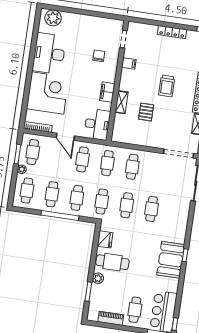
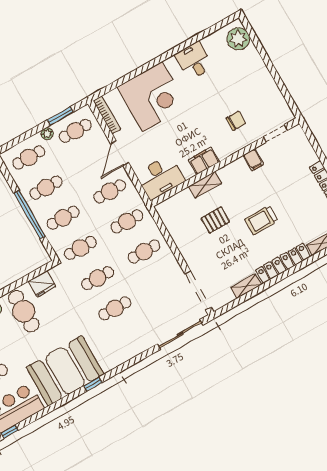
desk: (49, 54) -> (194, 61), width x0.53, depth x0.77
booth: (171, 260) -> (65, 371), width x1.36, depth x1.42

